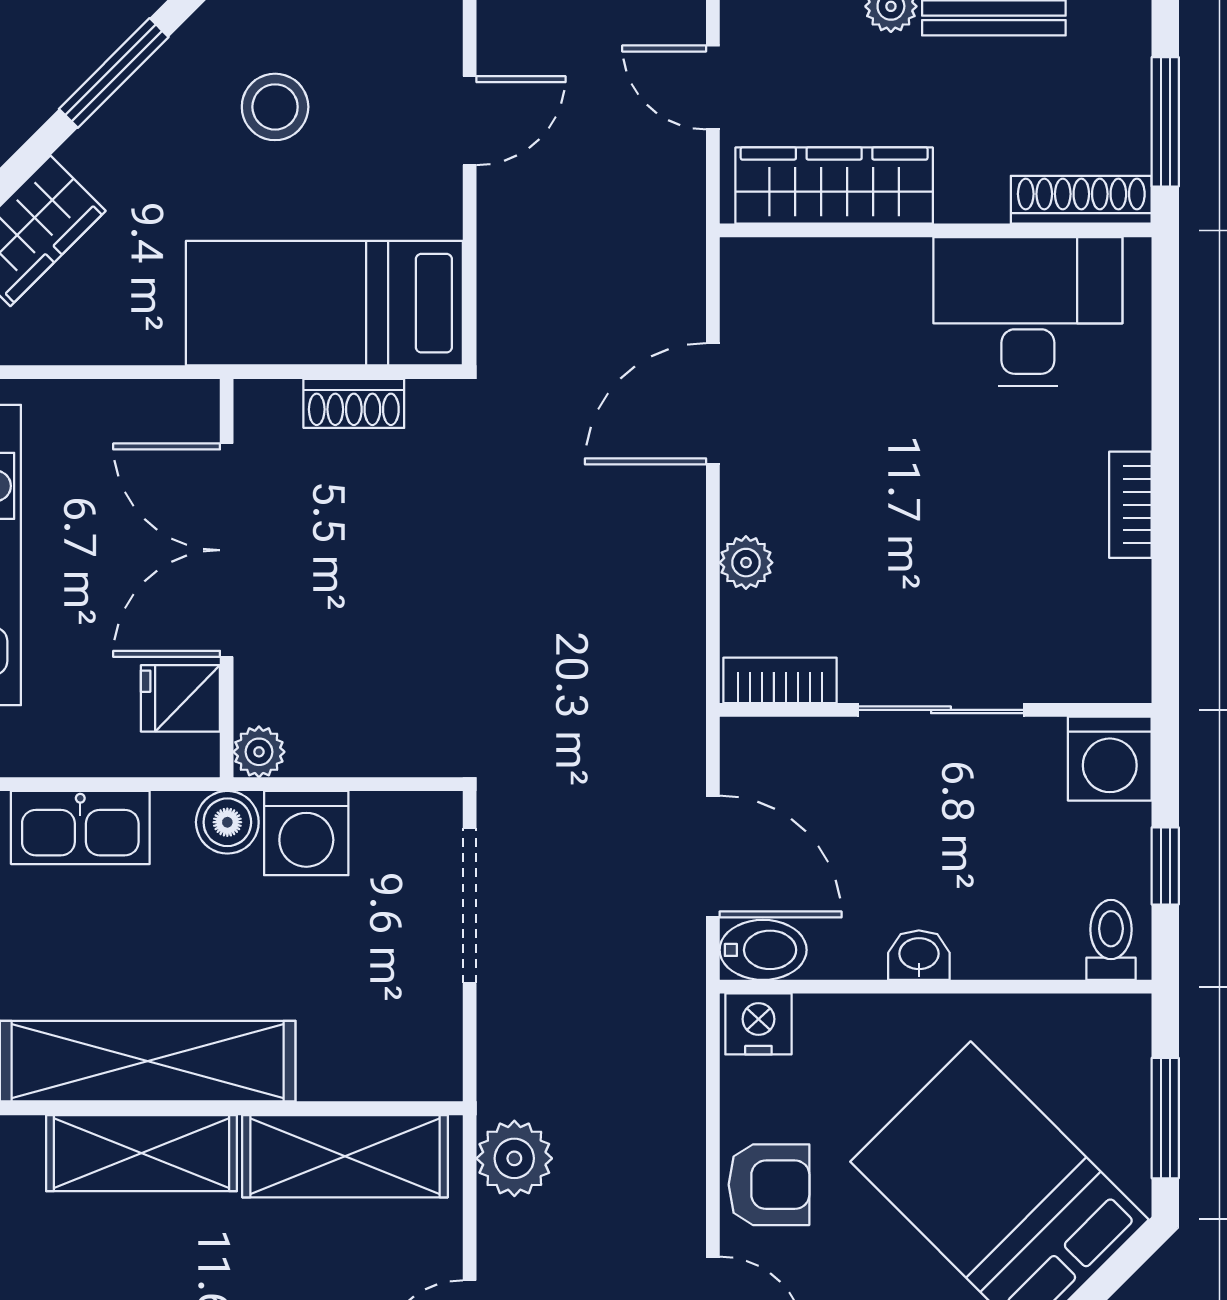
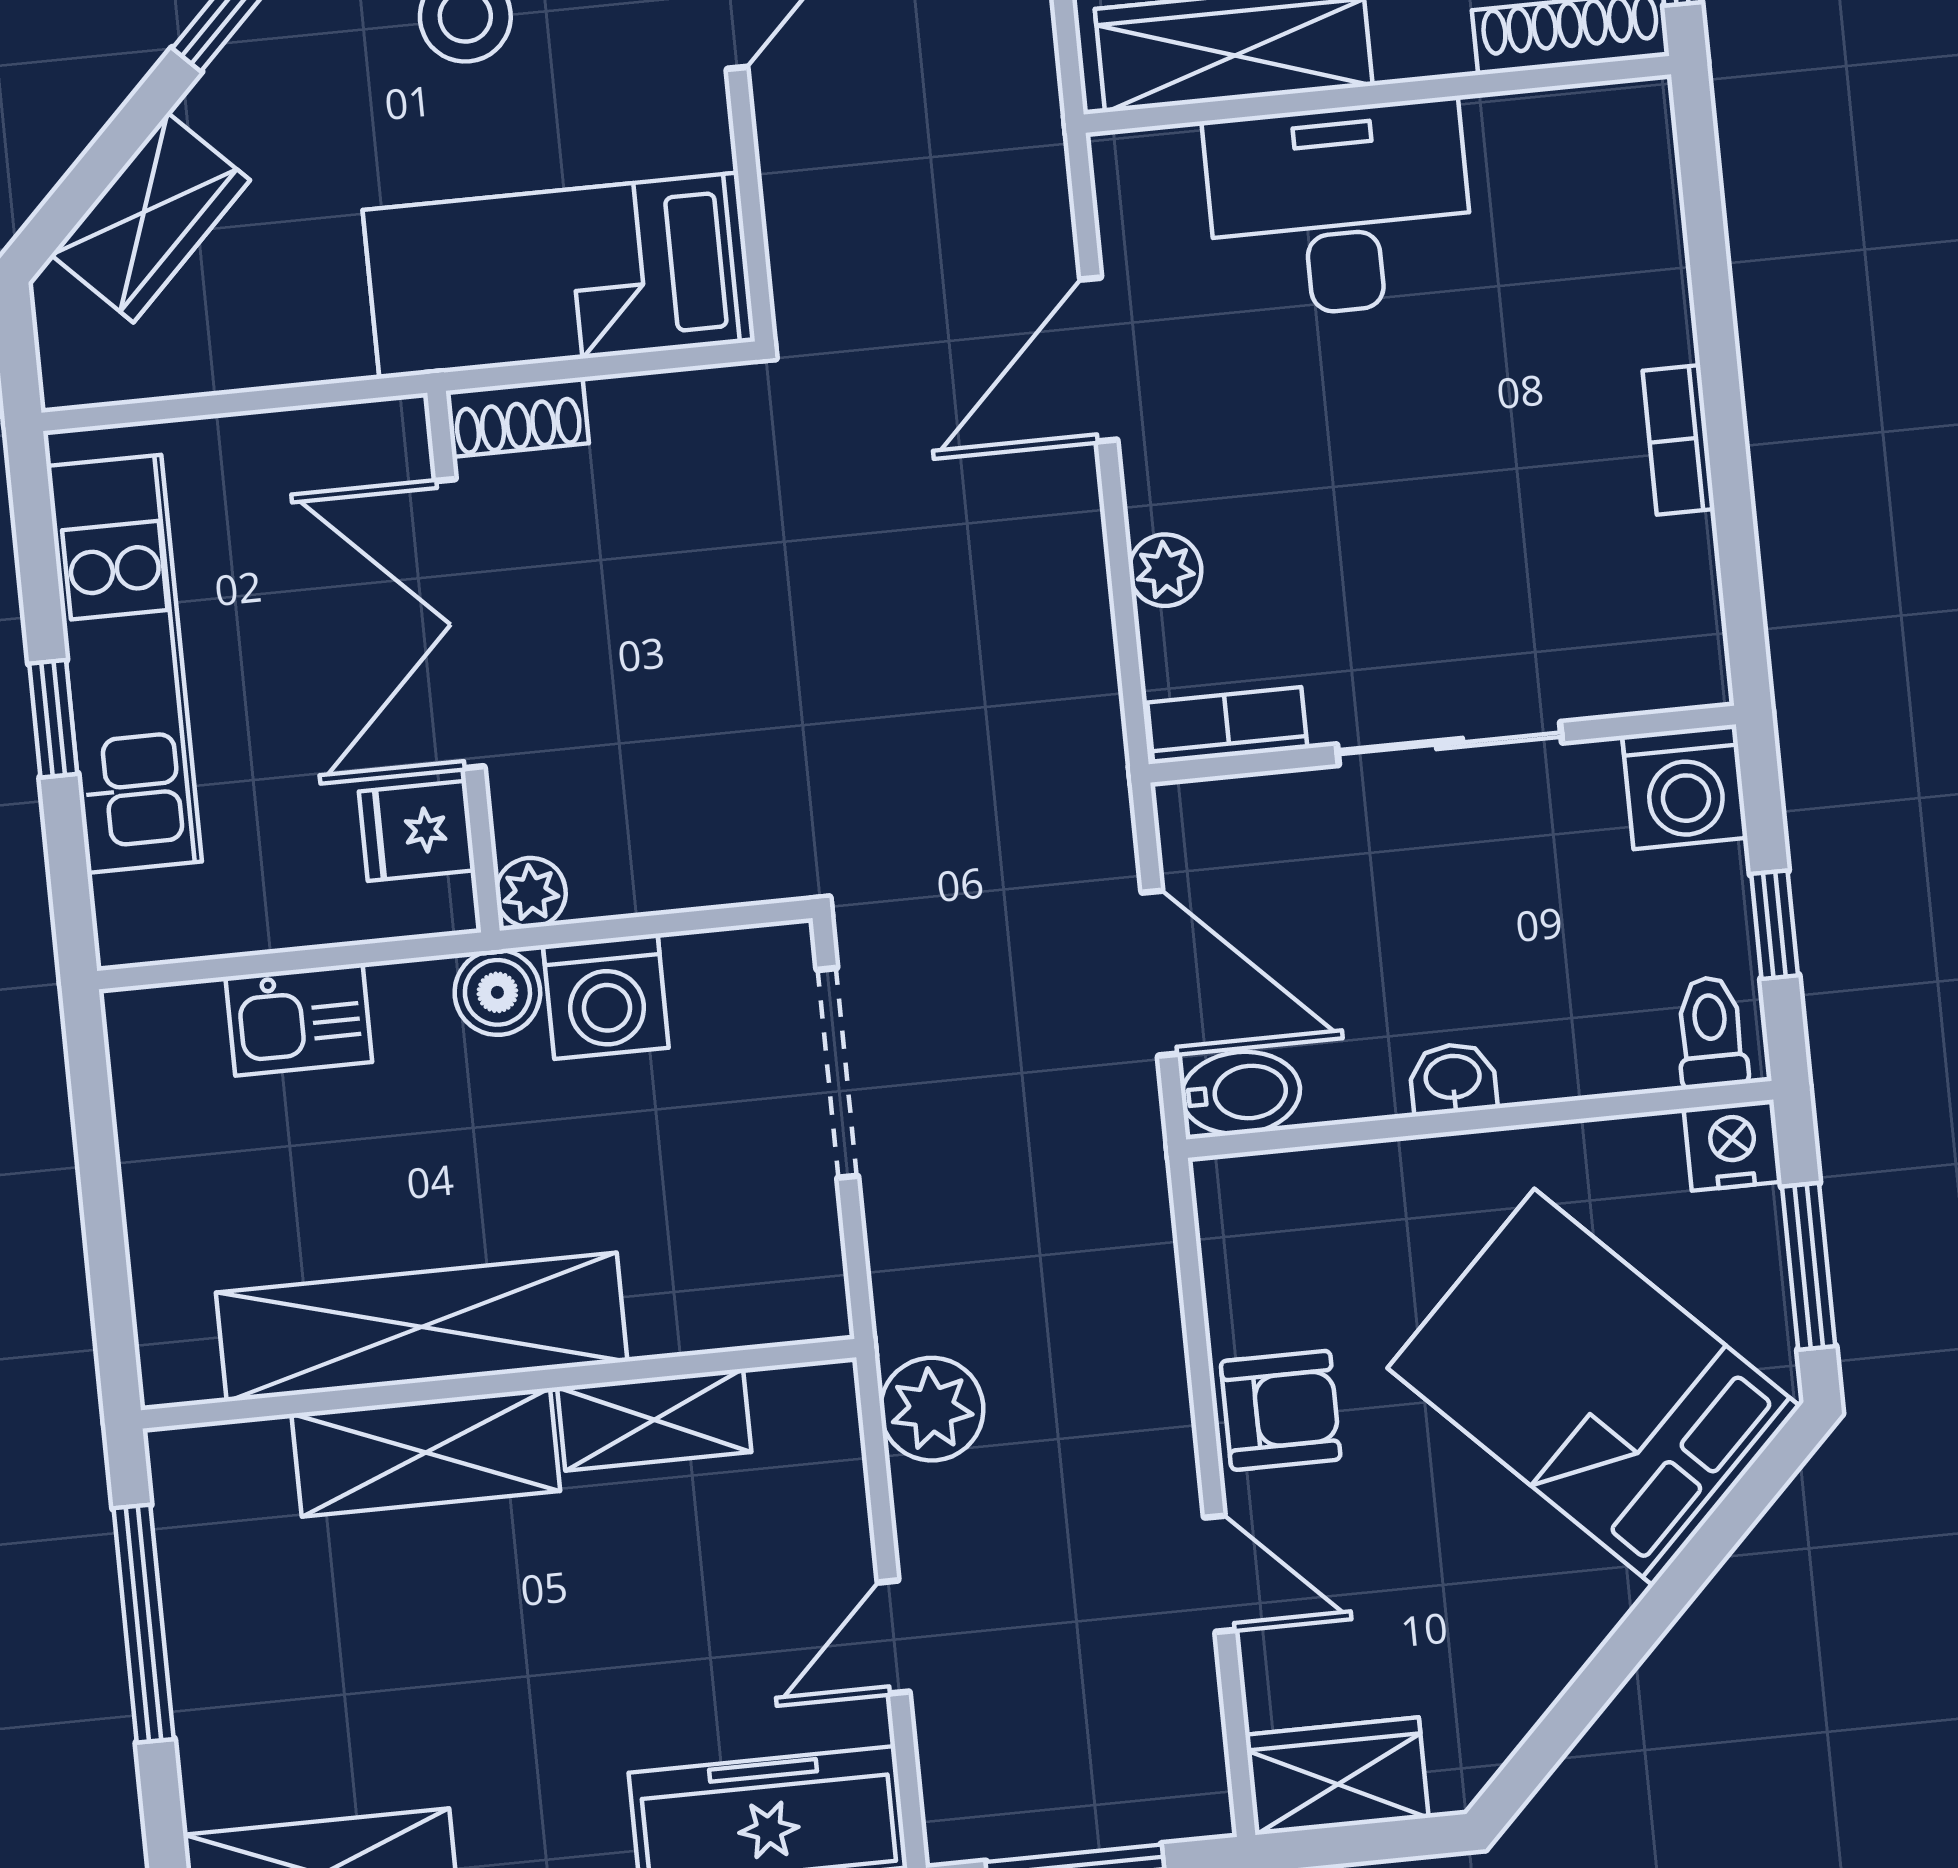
desk: (1028, 311) -> (1339, 209), moved
shoe rack: (354, 403) -> (517, 417), moved
kitchen sink: (80, 827) -> (299, 1019), width x0.73
nightstand: (758, 1024) -> (1733, 1145), moved
shelving: (345, 1156) -> (654, 1420), width x0.67, depth x0.75

